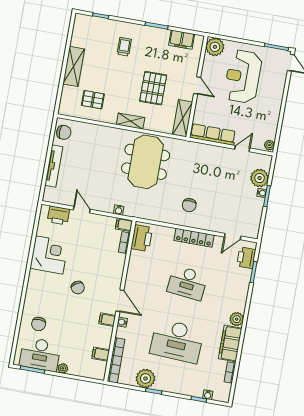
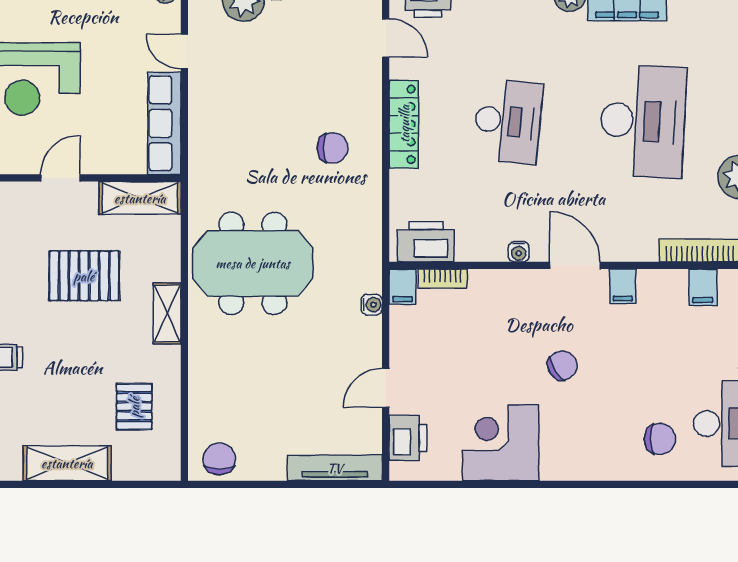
tv unit: (54, 166) -> (335, 468), moved
door: (120, 301) -> (575, 265), hinge flipped
water cooler: (122, 322) -> (519, 252), moved

